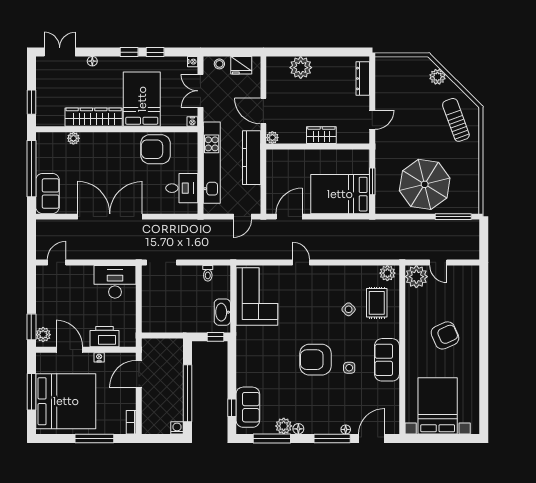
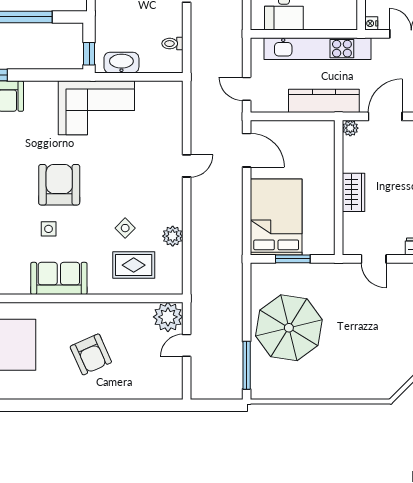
sun lounger: (456, 120) -> (373, 369), removed
plant: (387, 273) -> (173, 236), moved
corner sofa: (257, 297) -> (96, 108), moved

